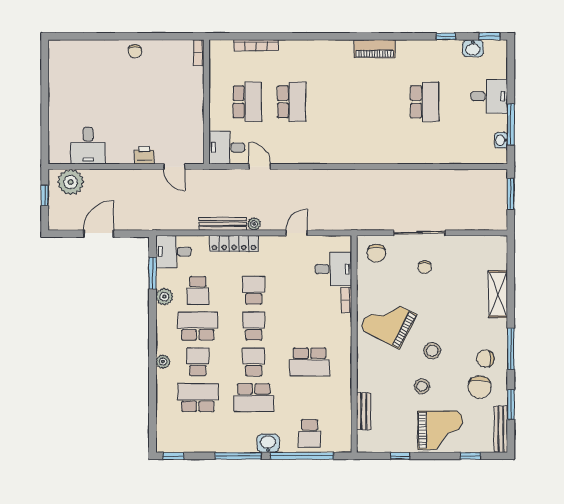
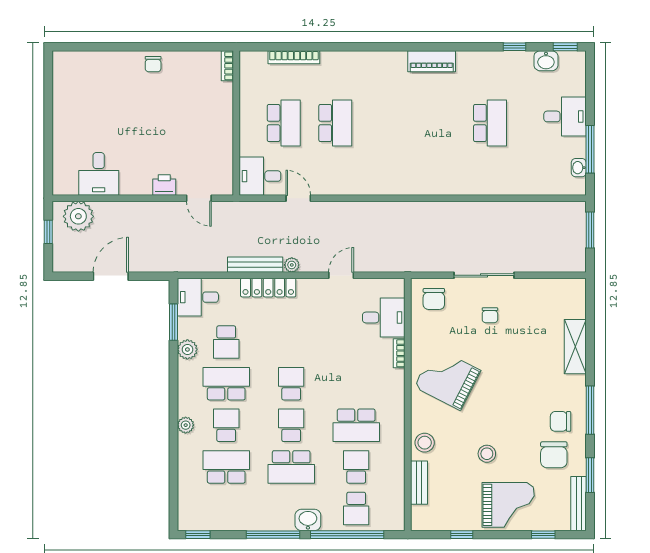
school desk: (254, 290) -> (356, 467), moved
stool: (432, 351) -> (425, 443), moved

